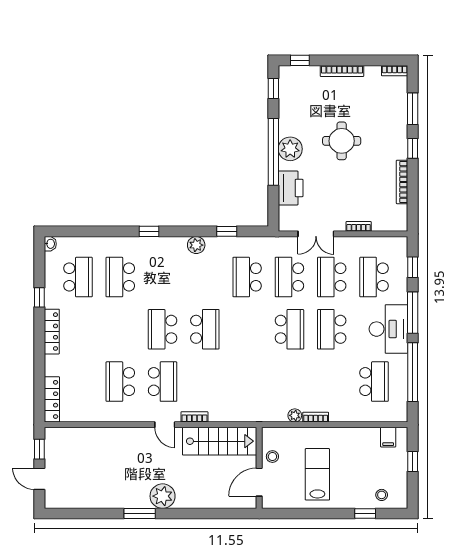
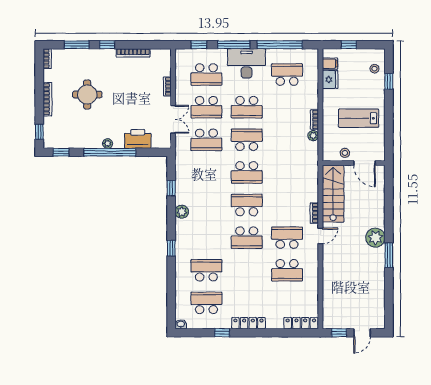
round table: (342, 141) -> (87, 95), moved
plant: (290, 149) -> (108, 143), width x0.53, depth x0.53
school desk: (120, 277) -> (206, 270), turned 180
school desk: (247, 277) -> (247, 172), moved
fridge: (368, 437) -> (330, 79), added

